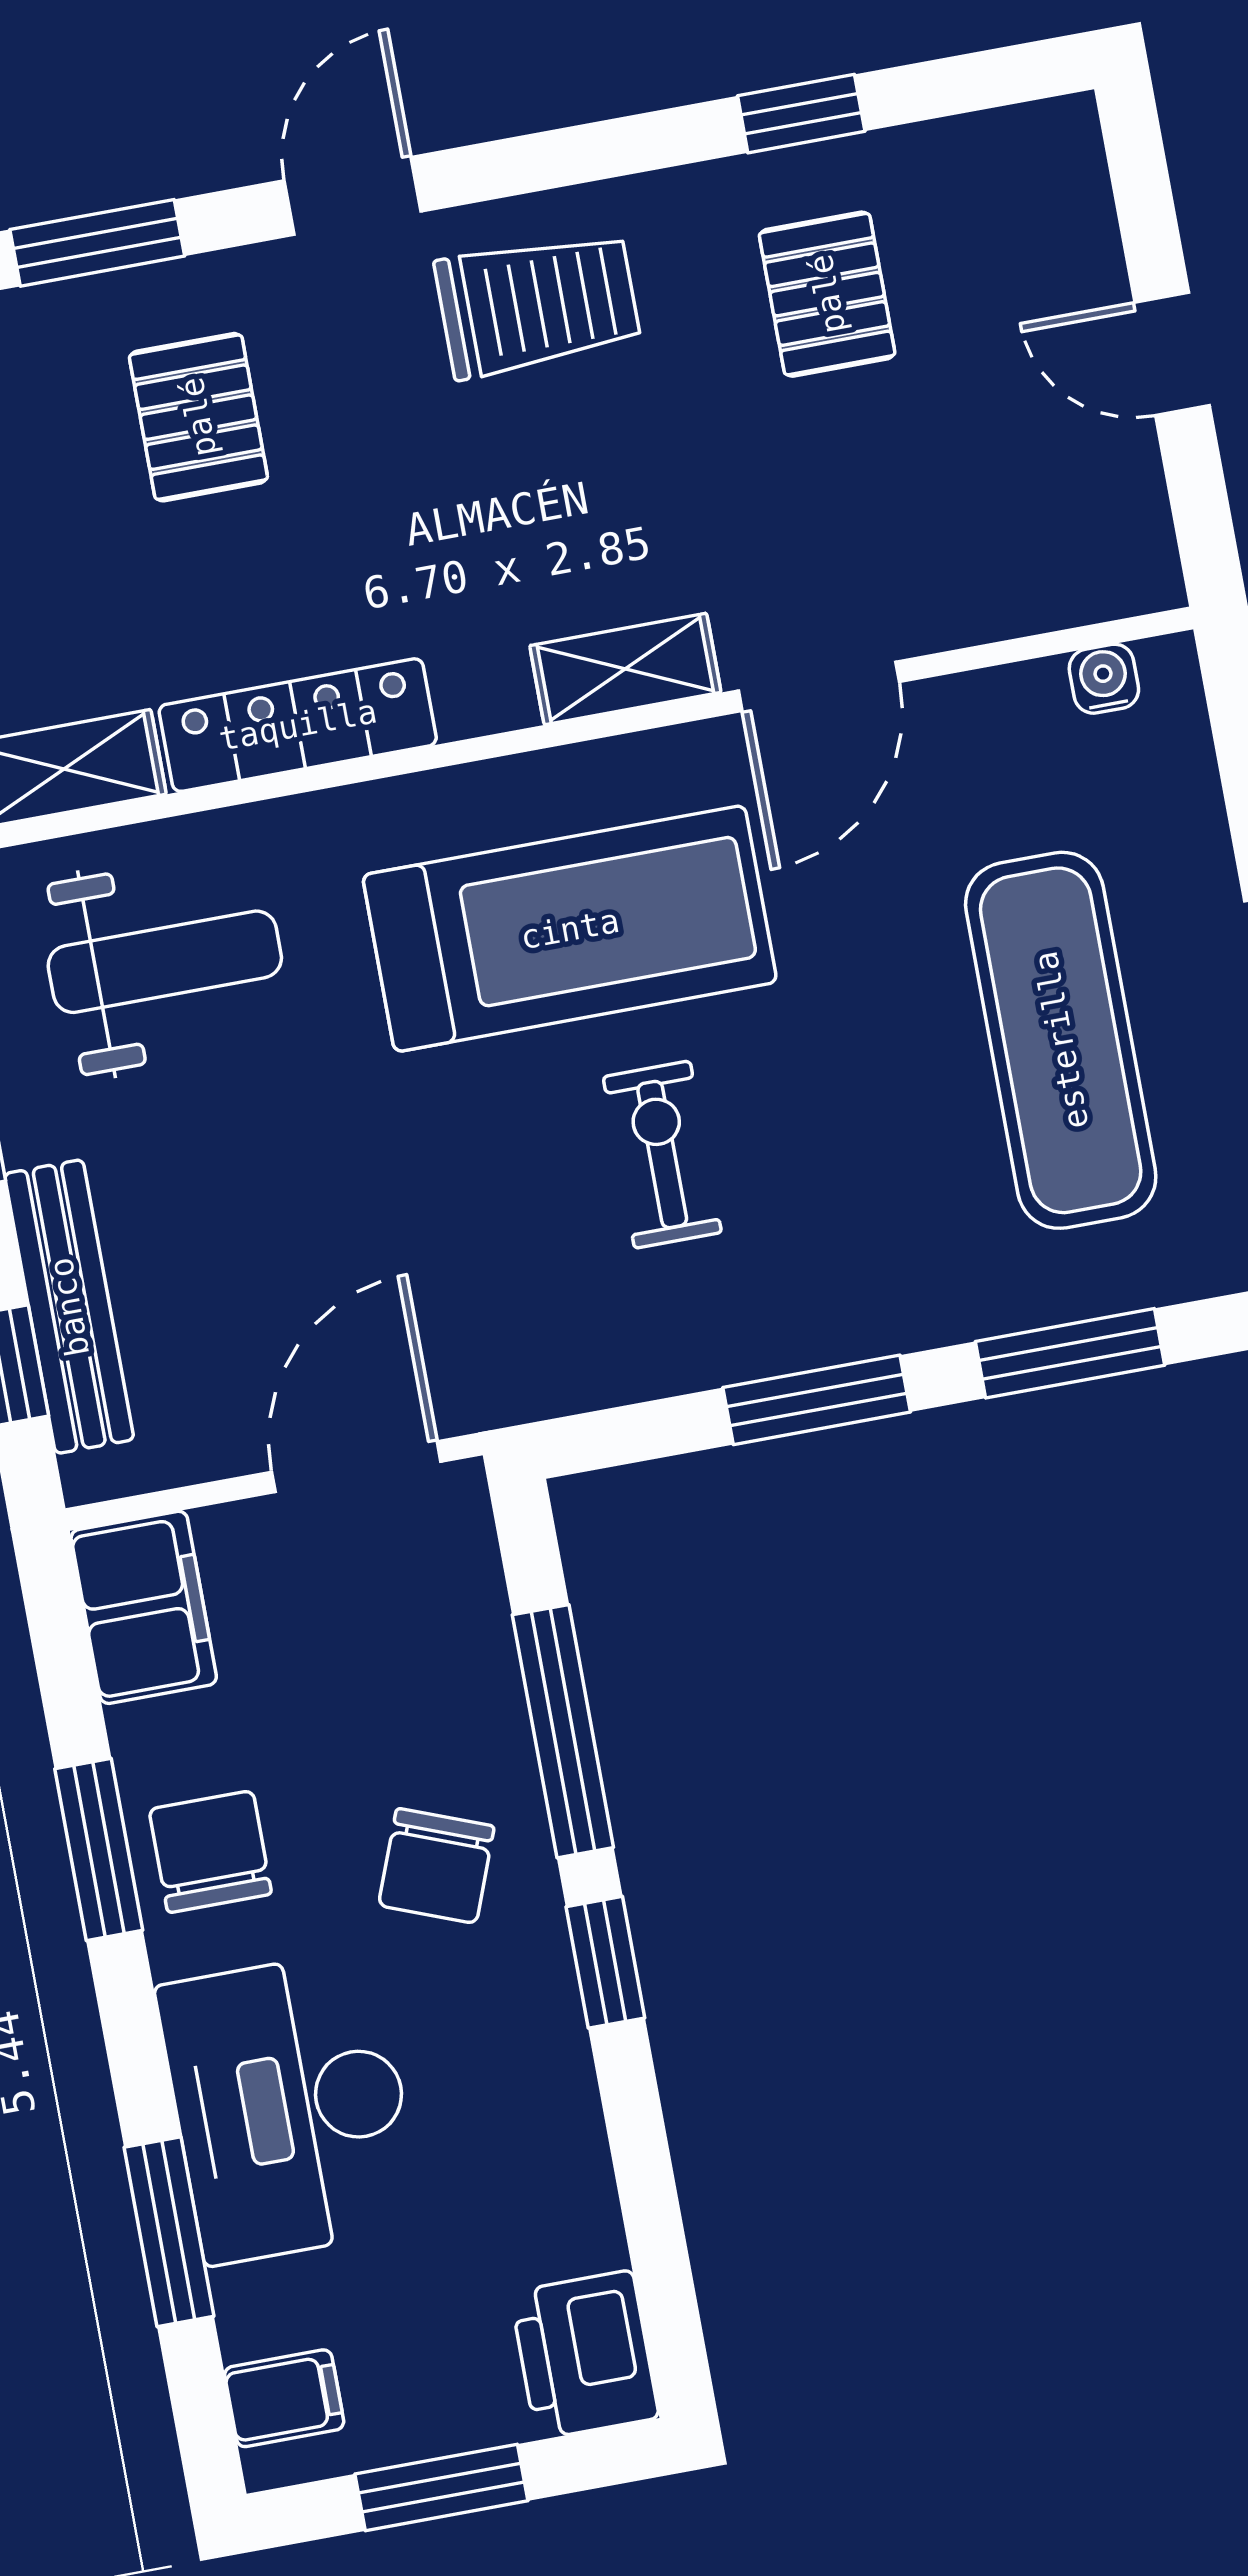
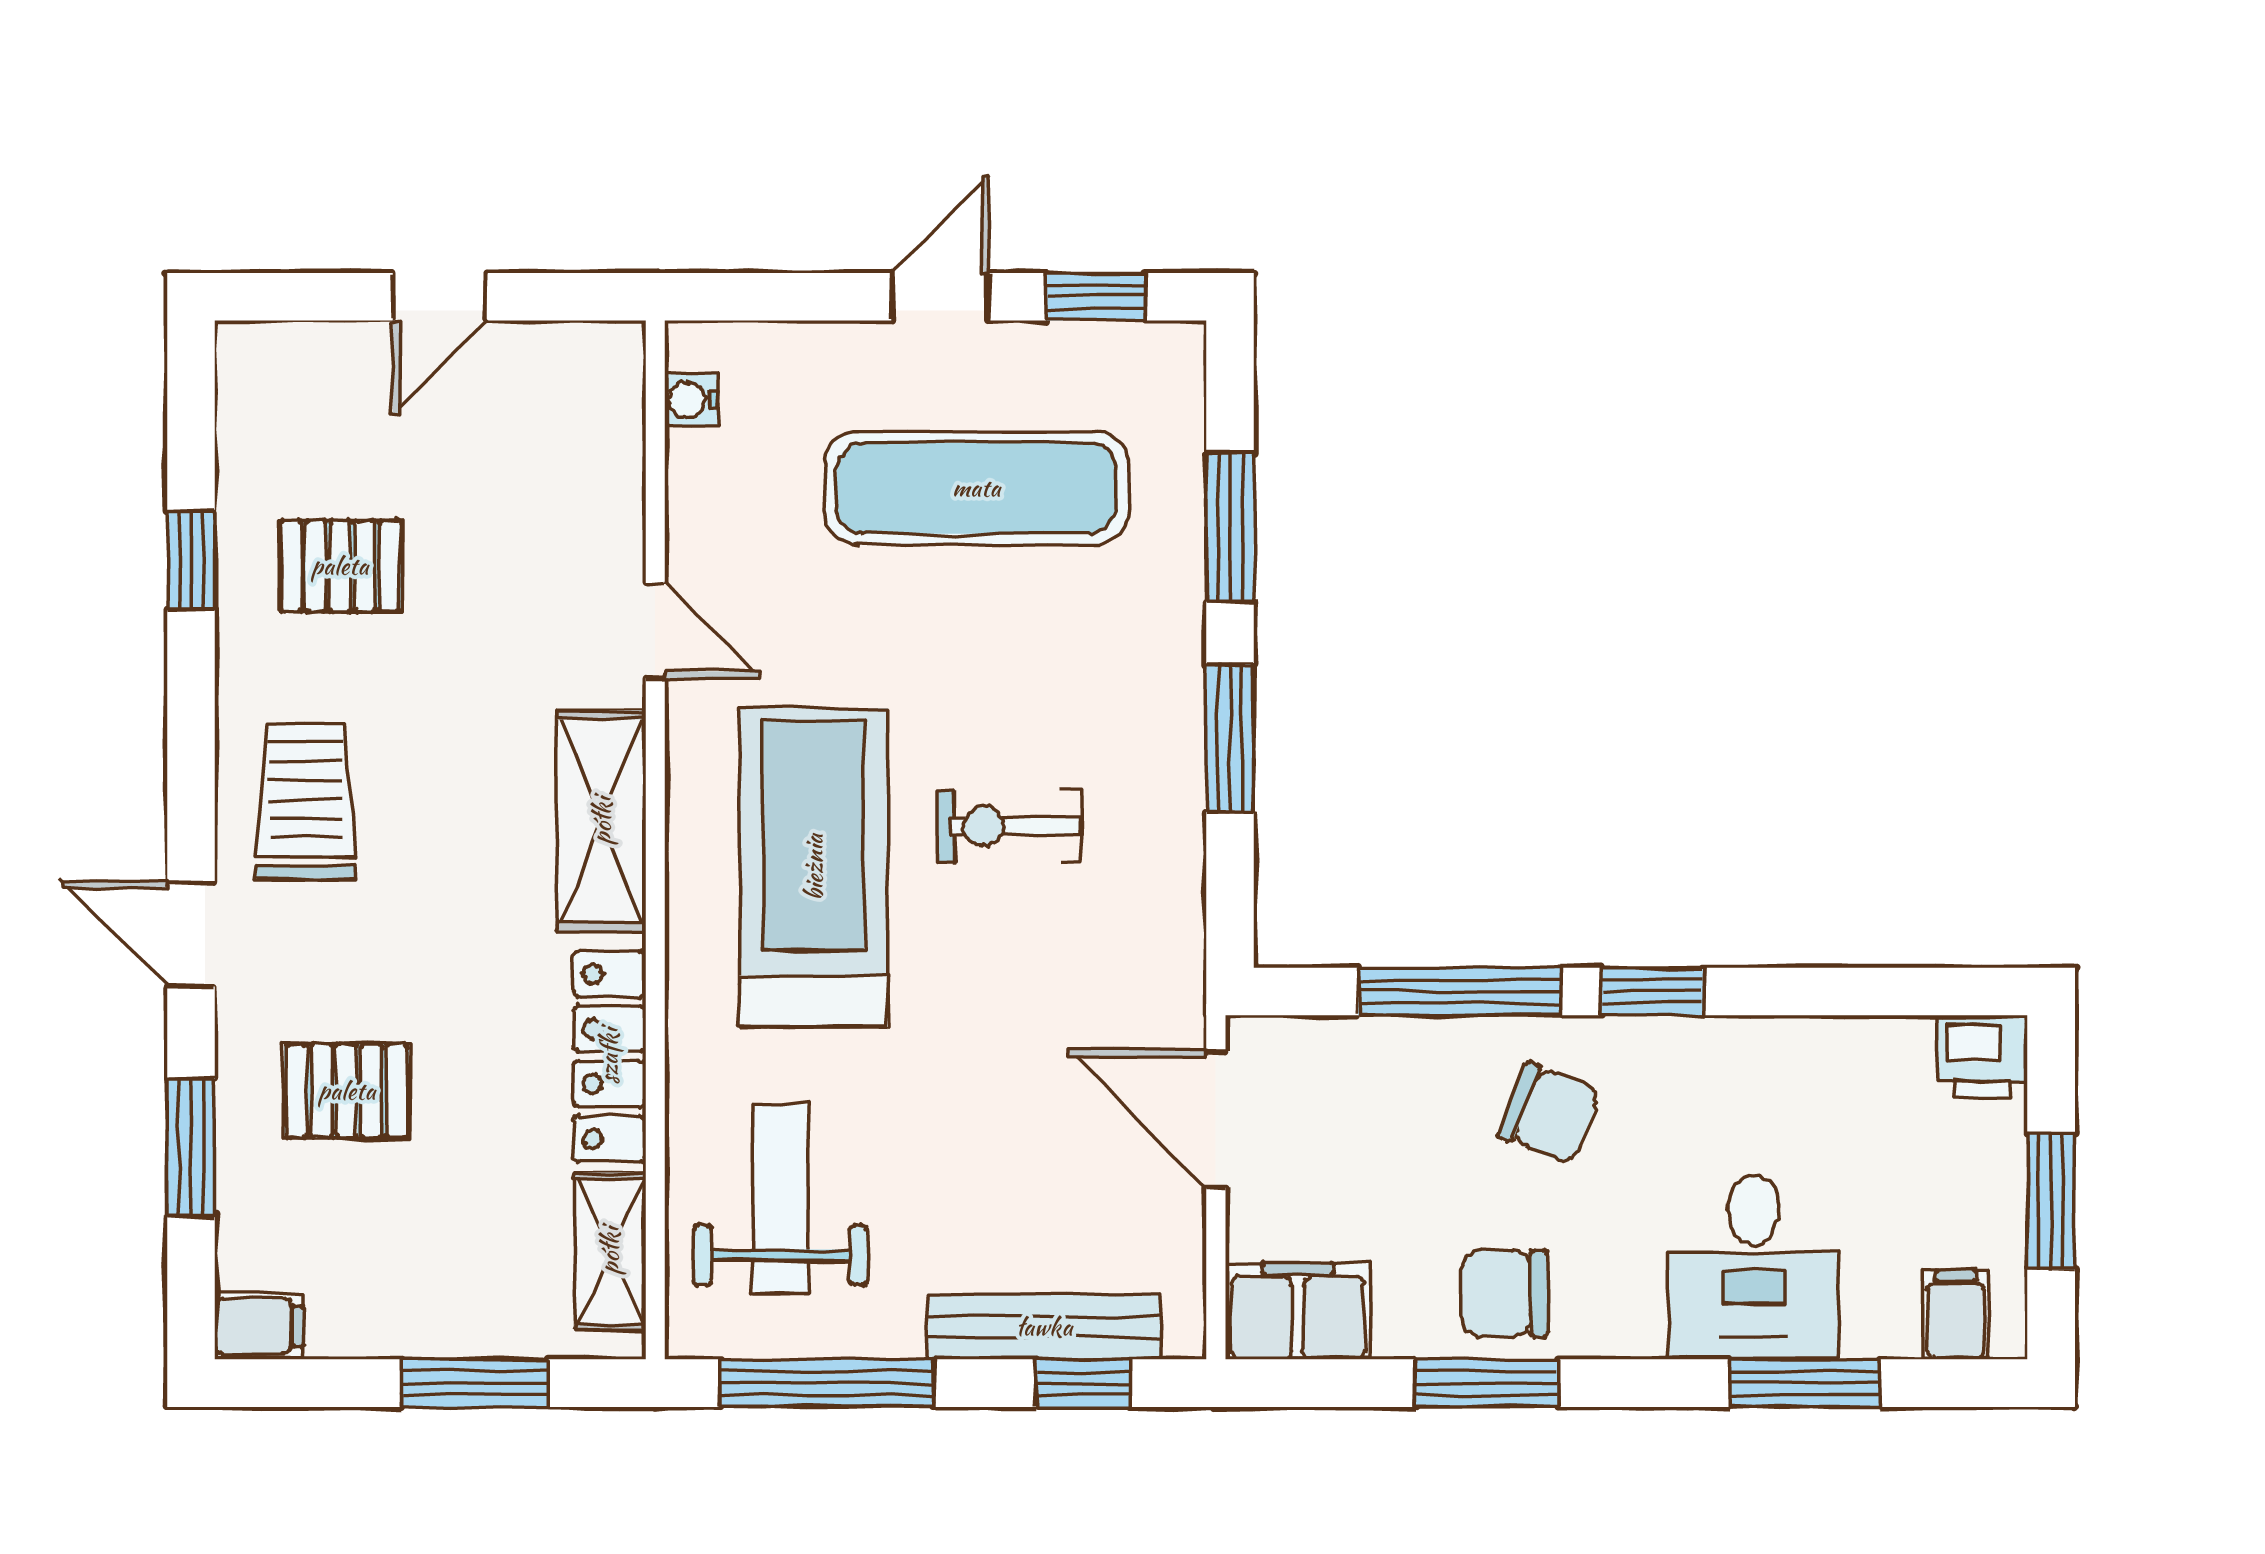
shelving: (625, 669) -> (602, 821), width x1.50, depth x1.33
door: (819, 686) -> (655, 631), width x0.73
desk: (290, 2107) -> (1754, 1267), width x0.73
printer: (585, 2355) -> (1982, 1056), width x0.73, depth x0.81

